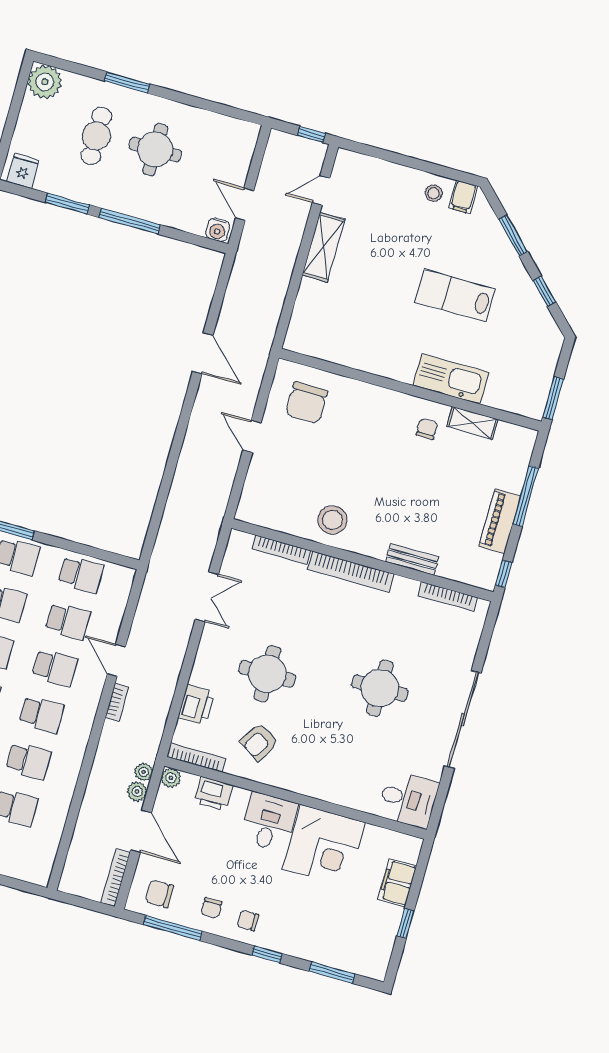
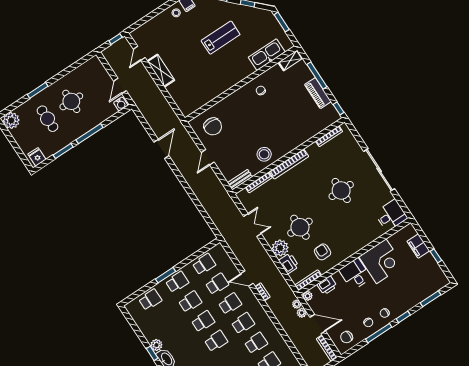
door: (245, 204) -> (120, 86), hinge flipped
lab bench: (455, 296) -> (221, 38), turned 180
door: (203, 353) -> (161, 149), hinge flipped
kitchen sink: (451, 379) -> (267, 55), moved
window: (553, 398) -> (282, 22), moved
shelving: (472, 423) -> (290, 60), moved
door: (252, 436) -> (208, 157), hinge flipped
bench: (412, 559) -> (240, 180), moved
plant: (209, 671) -> (280, 248), added
armchair: (259, 742) -> (322, 252), turned 148
window: (173, 928) -> (379, 333), moved

